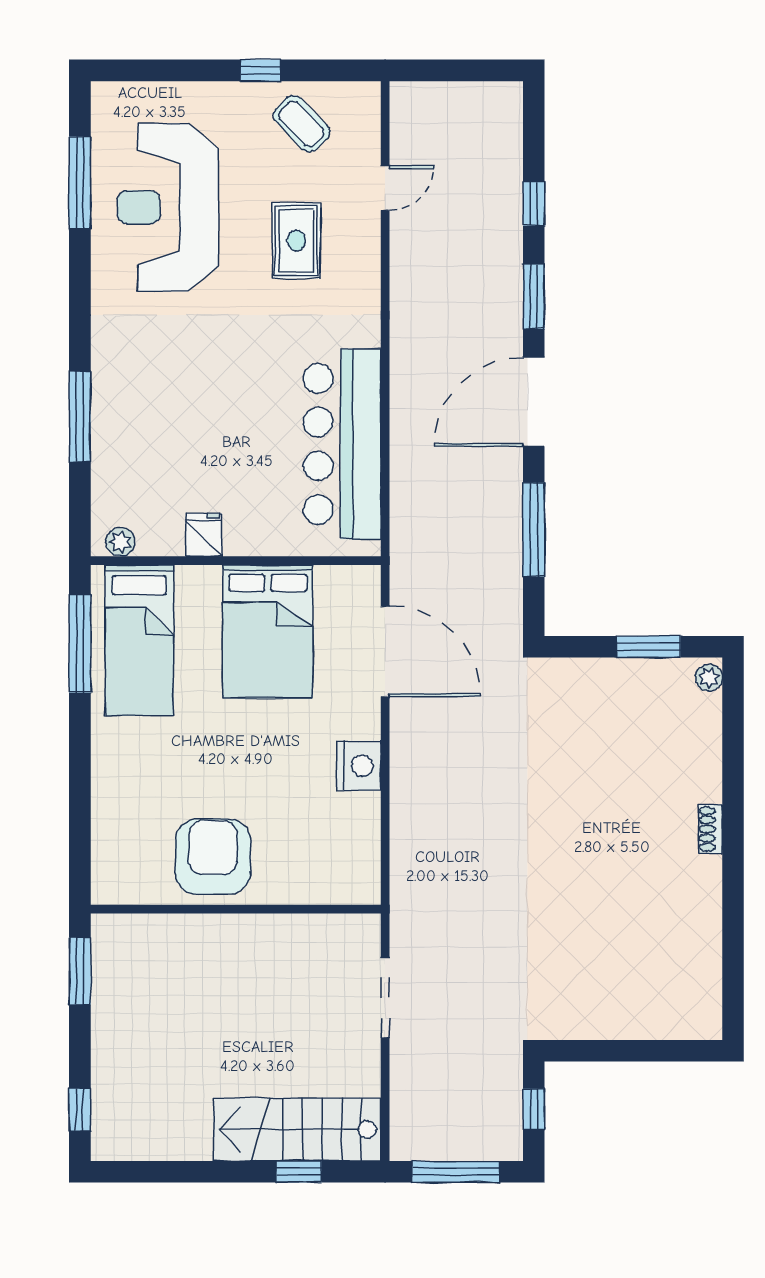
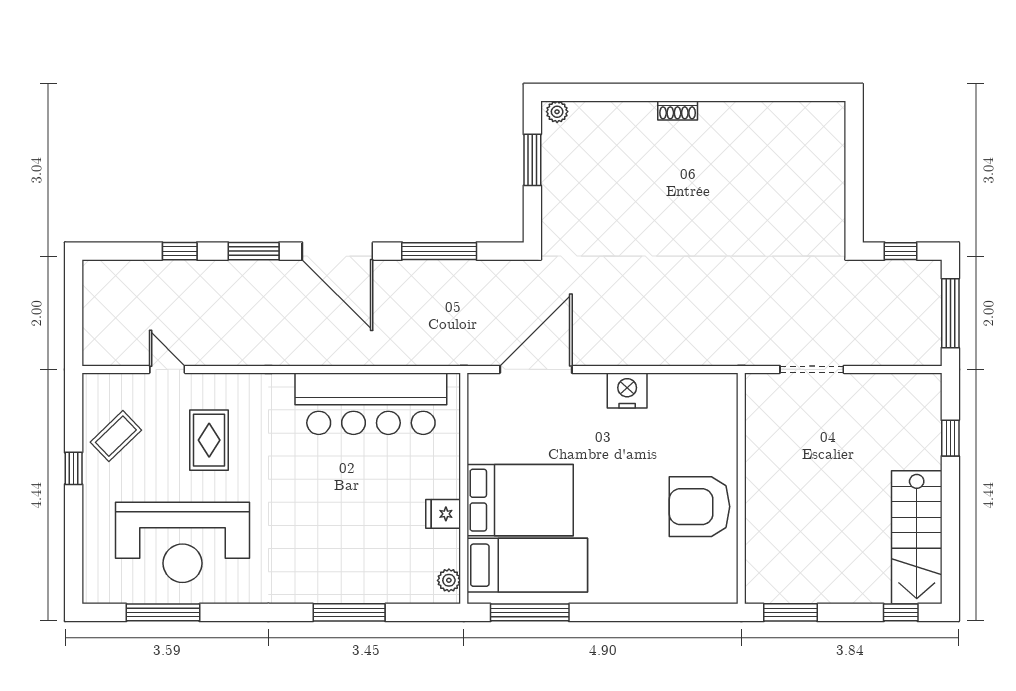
rug: (296, 241) -> (209, 440), turned 90
bed: (268, 631) -> (520, 500), moved
stairs: (297, 1129) -> (917, 537), moved

